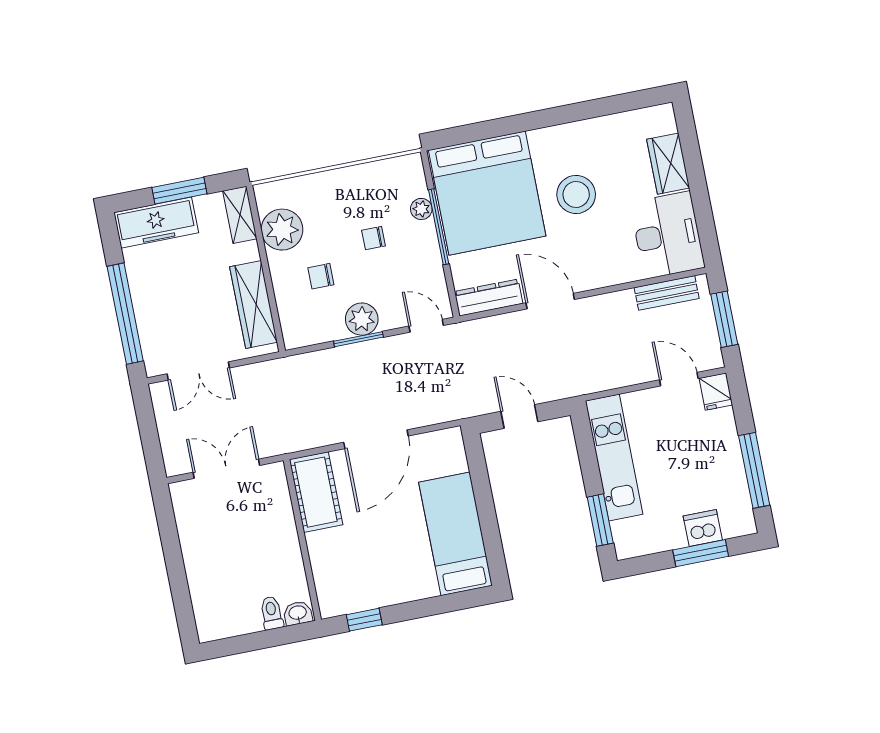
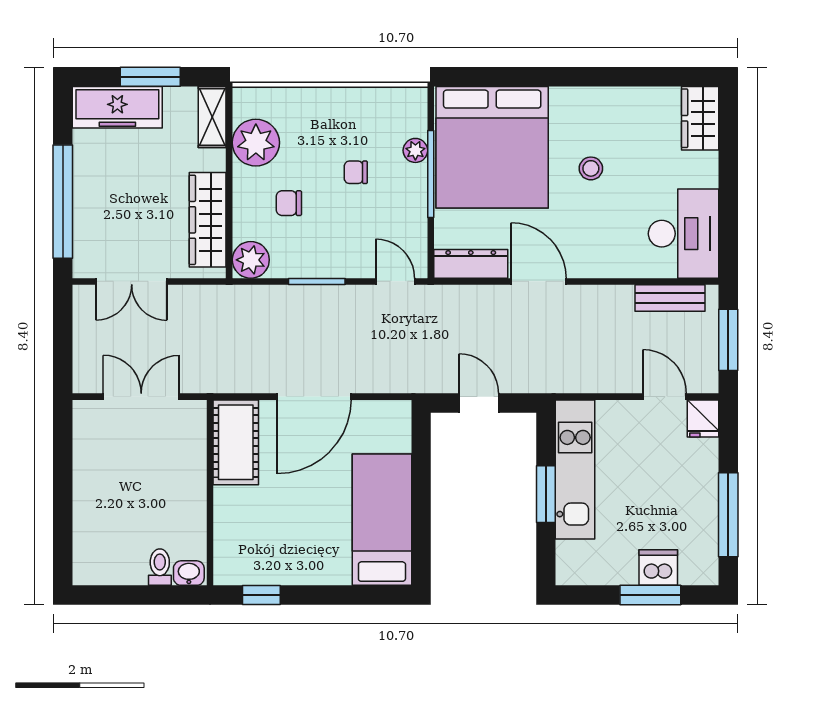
wardrobe: (668, 164) -> (700, 118), moved
stool: (576, 194) -> (591, 168), width x0.53, depth x0.53
plant: (362, 319) -> (251, 260), moved
window: (600, 520) -> (546, 494), moved

